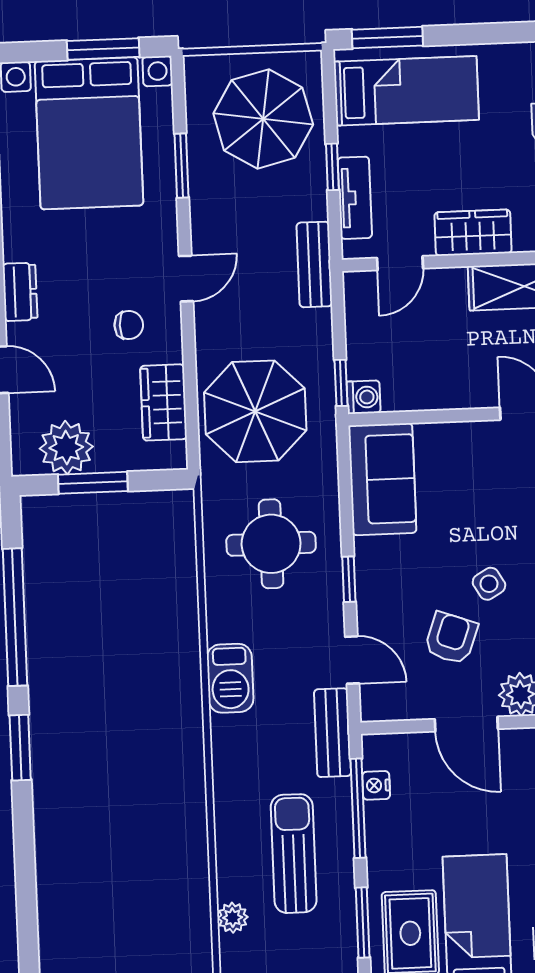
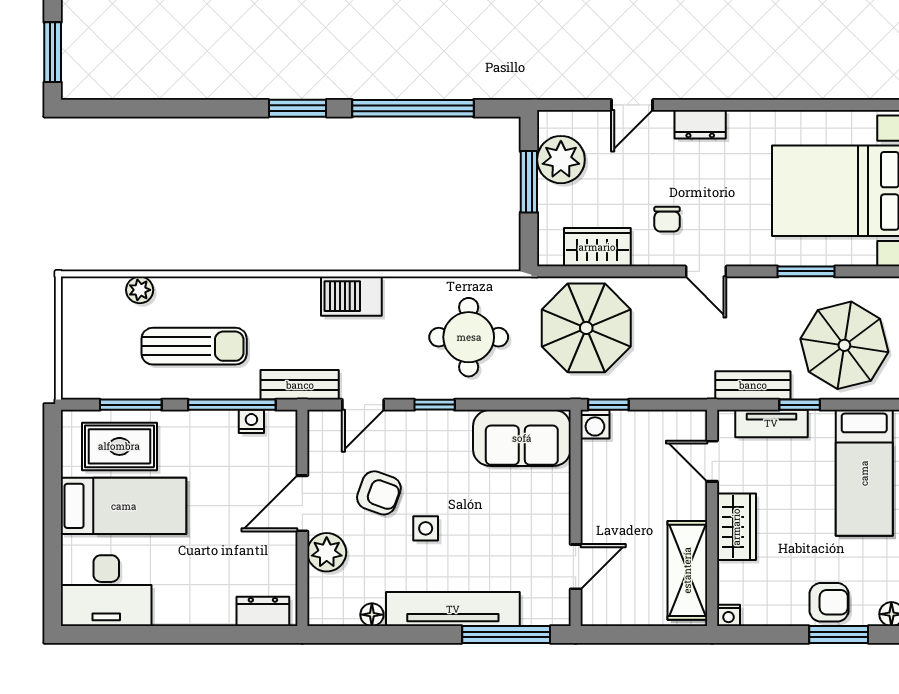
bench: (314, 264) -> (753, 385), moved
side table: (489, 584) -> (426, 528), turned 31

